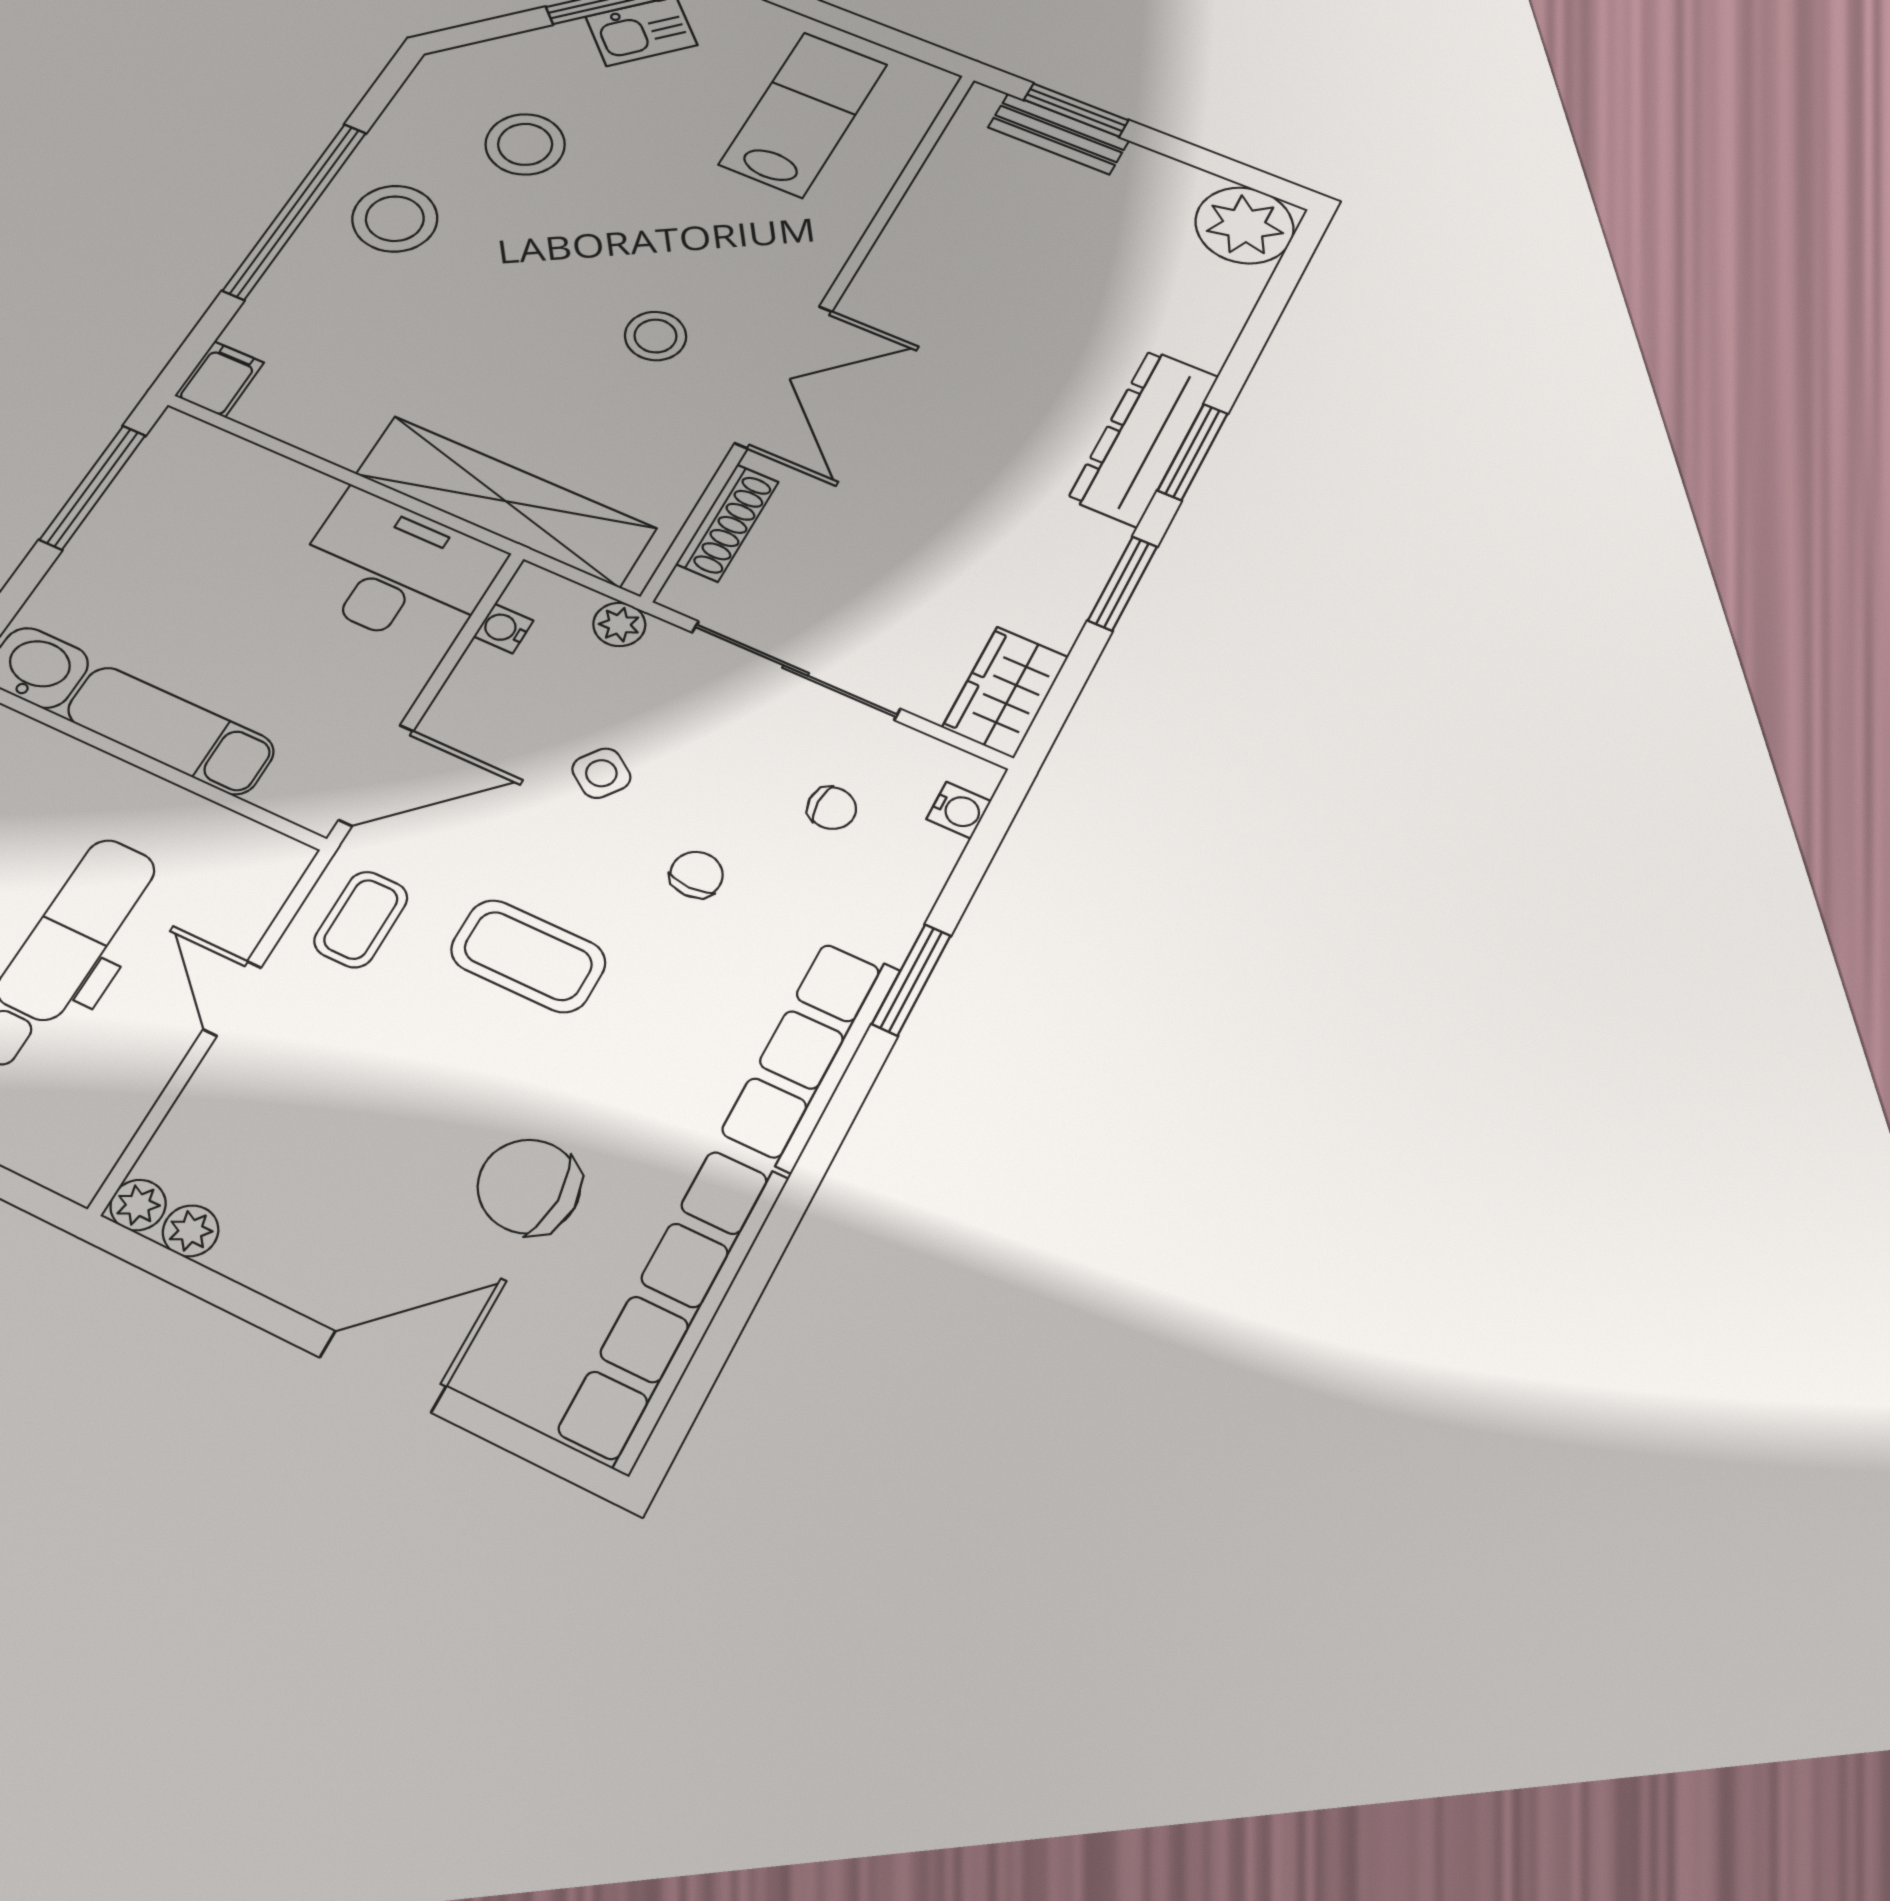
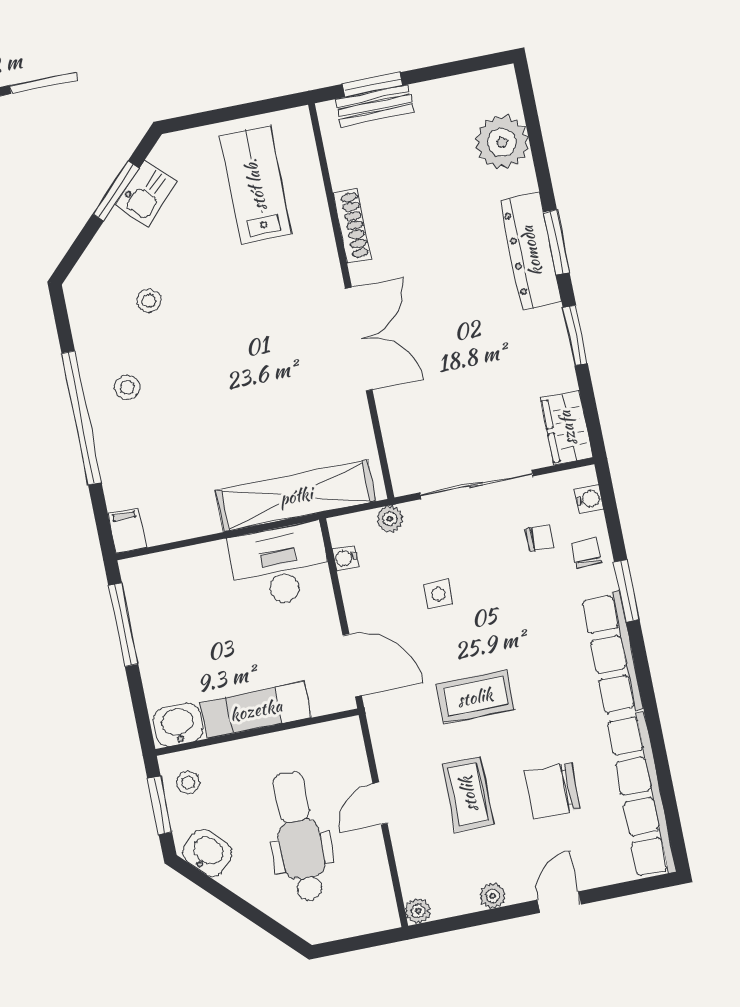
stool: (525, 144) -> (149, 301), width x0.53, depth x0.53
stool: (395, 219) -> (127, 387), width x0.53, depth x0.53
plant: (1244, 225) -> (502, 142), moved
stool: (656, 336) -> (289, 361), removed
shoe rack: (727, 523) -> (352, 226), moved
side table: (601, 773) -> (438, 594), turned -36
door: (376, 775) -> (352, 665), hinge flipped
chair: (696, 875) -> (587, 553), moved
coffee table: (361, 919) -> (468, 794), moved, width x1.36, depth x1.30
door: (232, 999) -> (380, 803), hinge flipped
plant: (191, 1231) -> (493, 896), moved
door: (383, 1372) -> (559, 902), width x0.73

